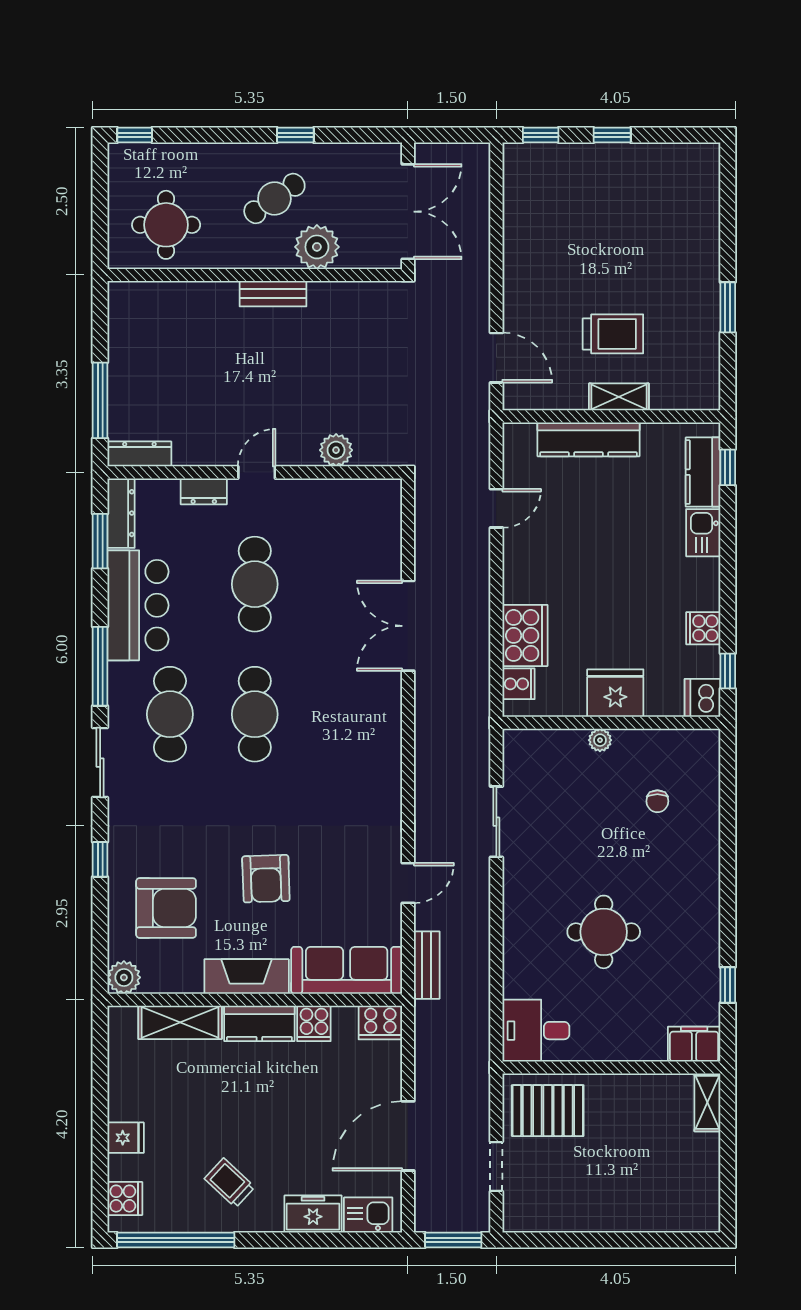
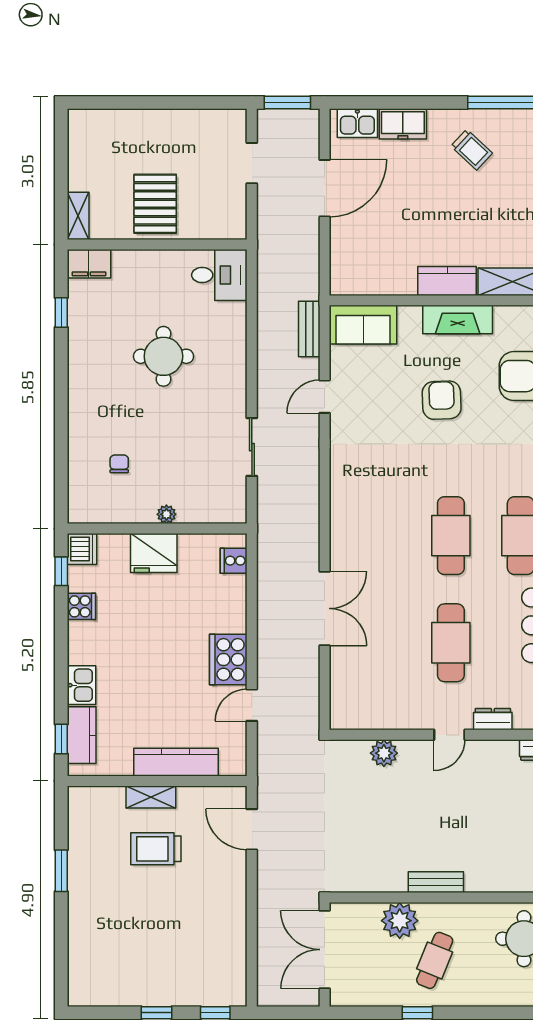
cafe table: (274, 198) -> (435, 960), turned -33
cooker: (525, 635) -> (228, 660), moved
sofa: (347, 970) -> (363, 325), width x0.73
cooker: (314, 1023) -> (402, 281), removed
cooker: (380, 1023) -> (347, 282), removed
pallet: (548, 1111) -> (155, 204), moved, turned 90

